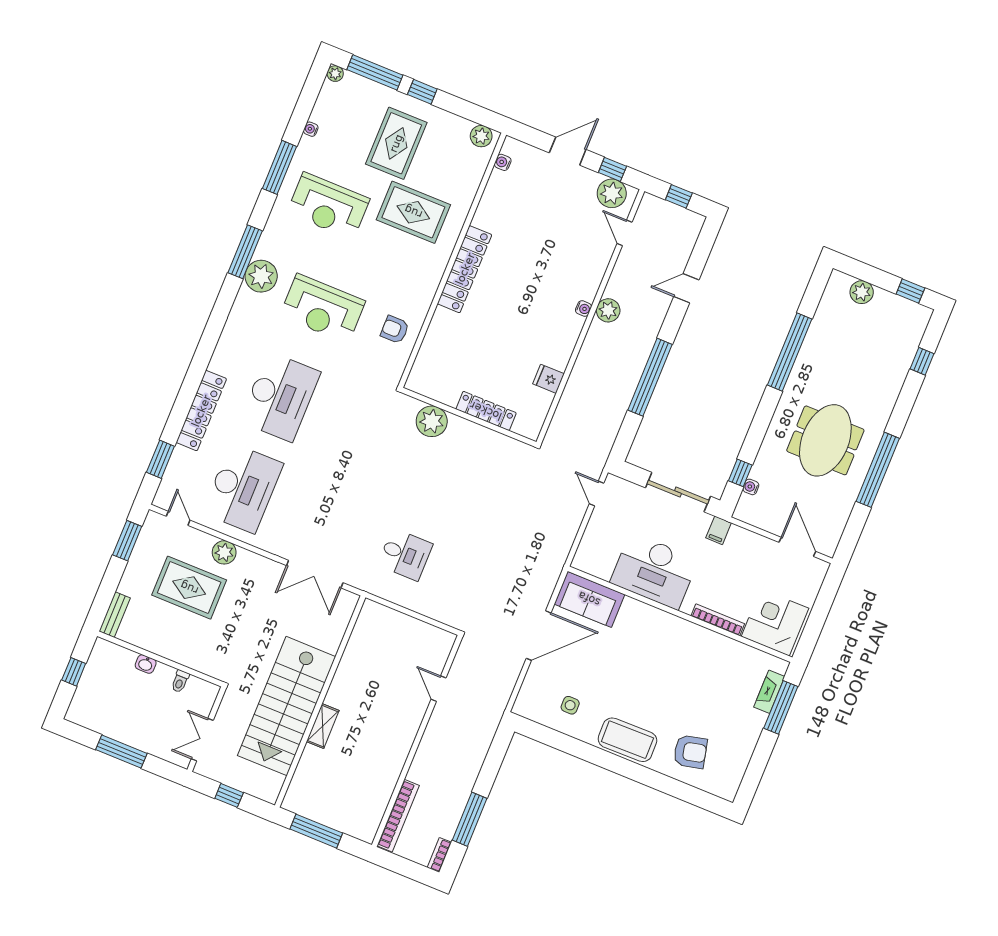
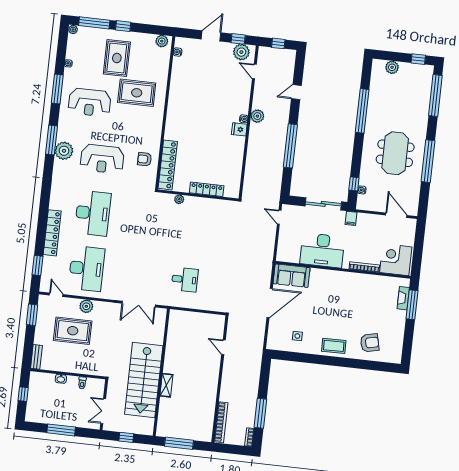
locker: (465, 269) -> (168, 165), moved
window: (922, 361) -> (435, 95), width x3.17
fridge: (549, 379) -> (239, 129), moved
plant: (432, 421) -> (179, 199), width x0.53, depth x0.53
coffee table: (627, 740) -> (334, 346), width x0.73, depth x0.76

